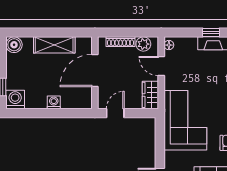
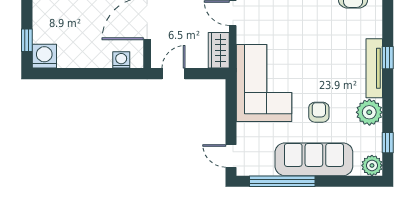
washing machine: (54, 102) -> (121, 60), moved

